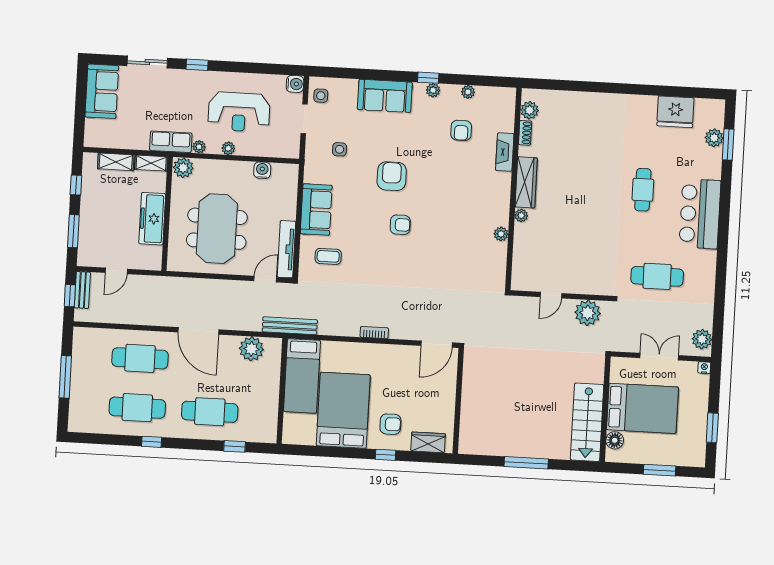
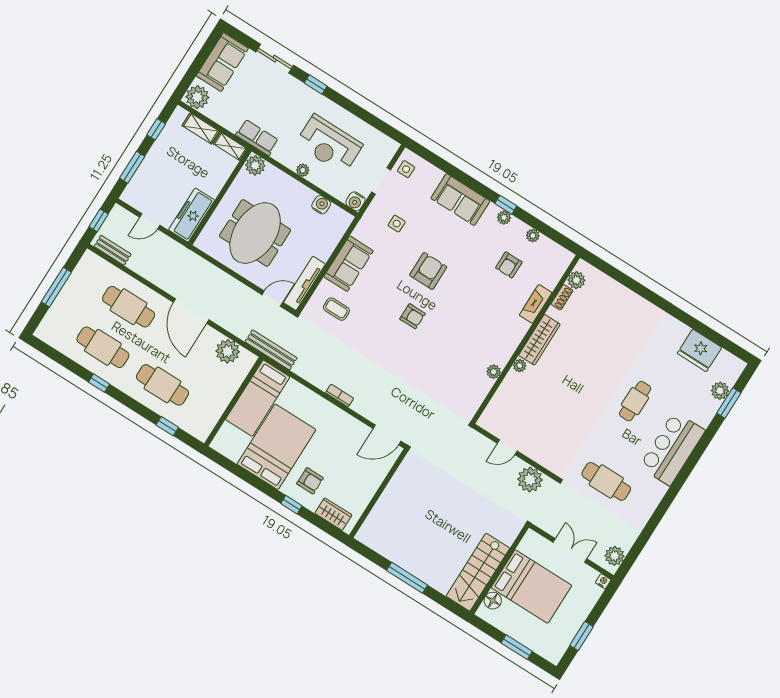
water cooler: (295, 84) -> (355, 201), moved, turned 90
plant: (199, 147) -> (197, 97), moved, width x1.88, depth x1.88
freezer: (152, 219) -> (192, 215), moved
bench: (82, 290) -> (113, 250), moved, turned 90

